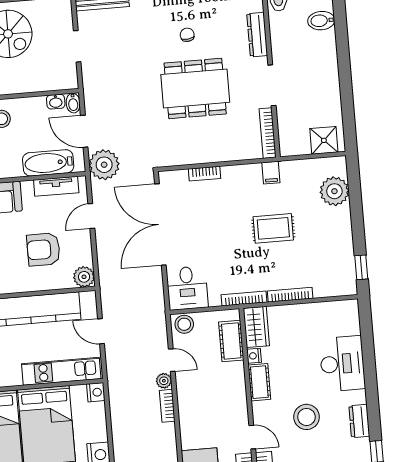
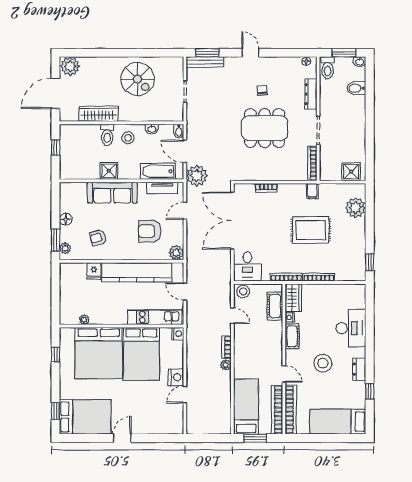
washbasin: (56, 102) -> (152, 129), moved
rug: (273, 228) -> (311, 230), width x1.36, depth x1.43
plant: (164, 381) -> (226, 365), moved

